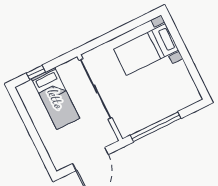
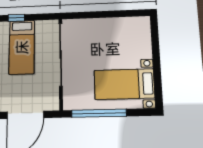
bed with nightstands: (146, 50) -> (124, 84), moved

